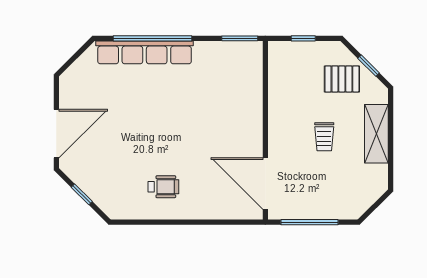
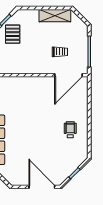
shelving: (376, 134) -> (55, 16), moved
trolley: (324, 137) -> (60, 52), moved

